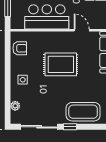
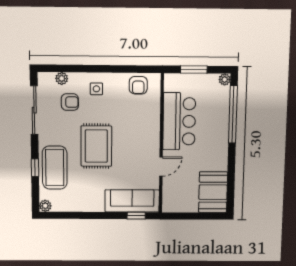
rug: (61, 64) -> (96, 146), moved
armchair: (33, 100) -> (70, 102), added
window: (70, 127) -> (35, 168), moved

